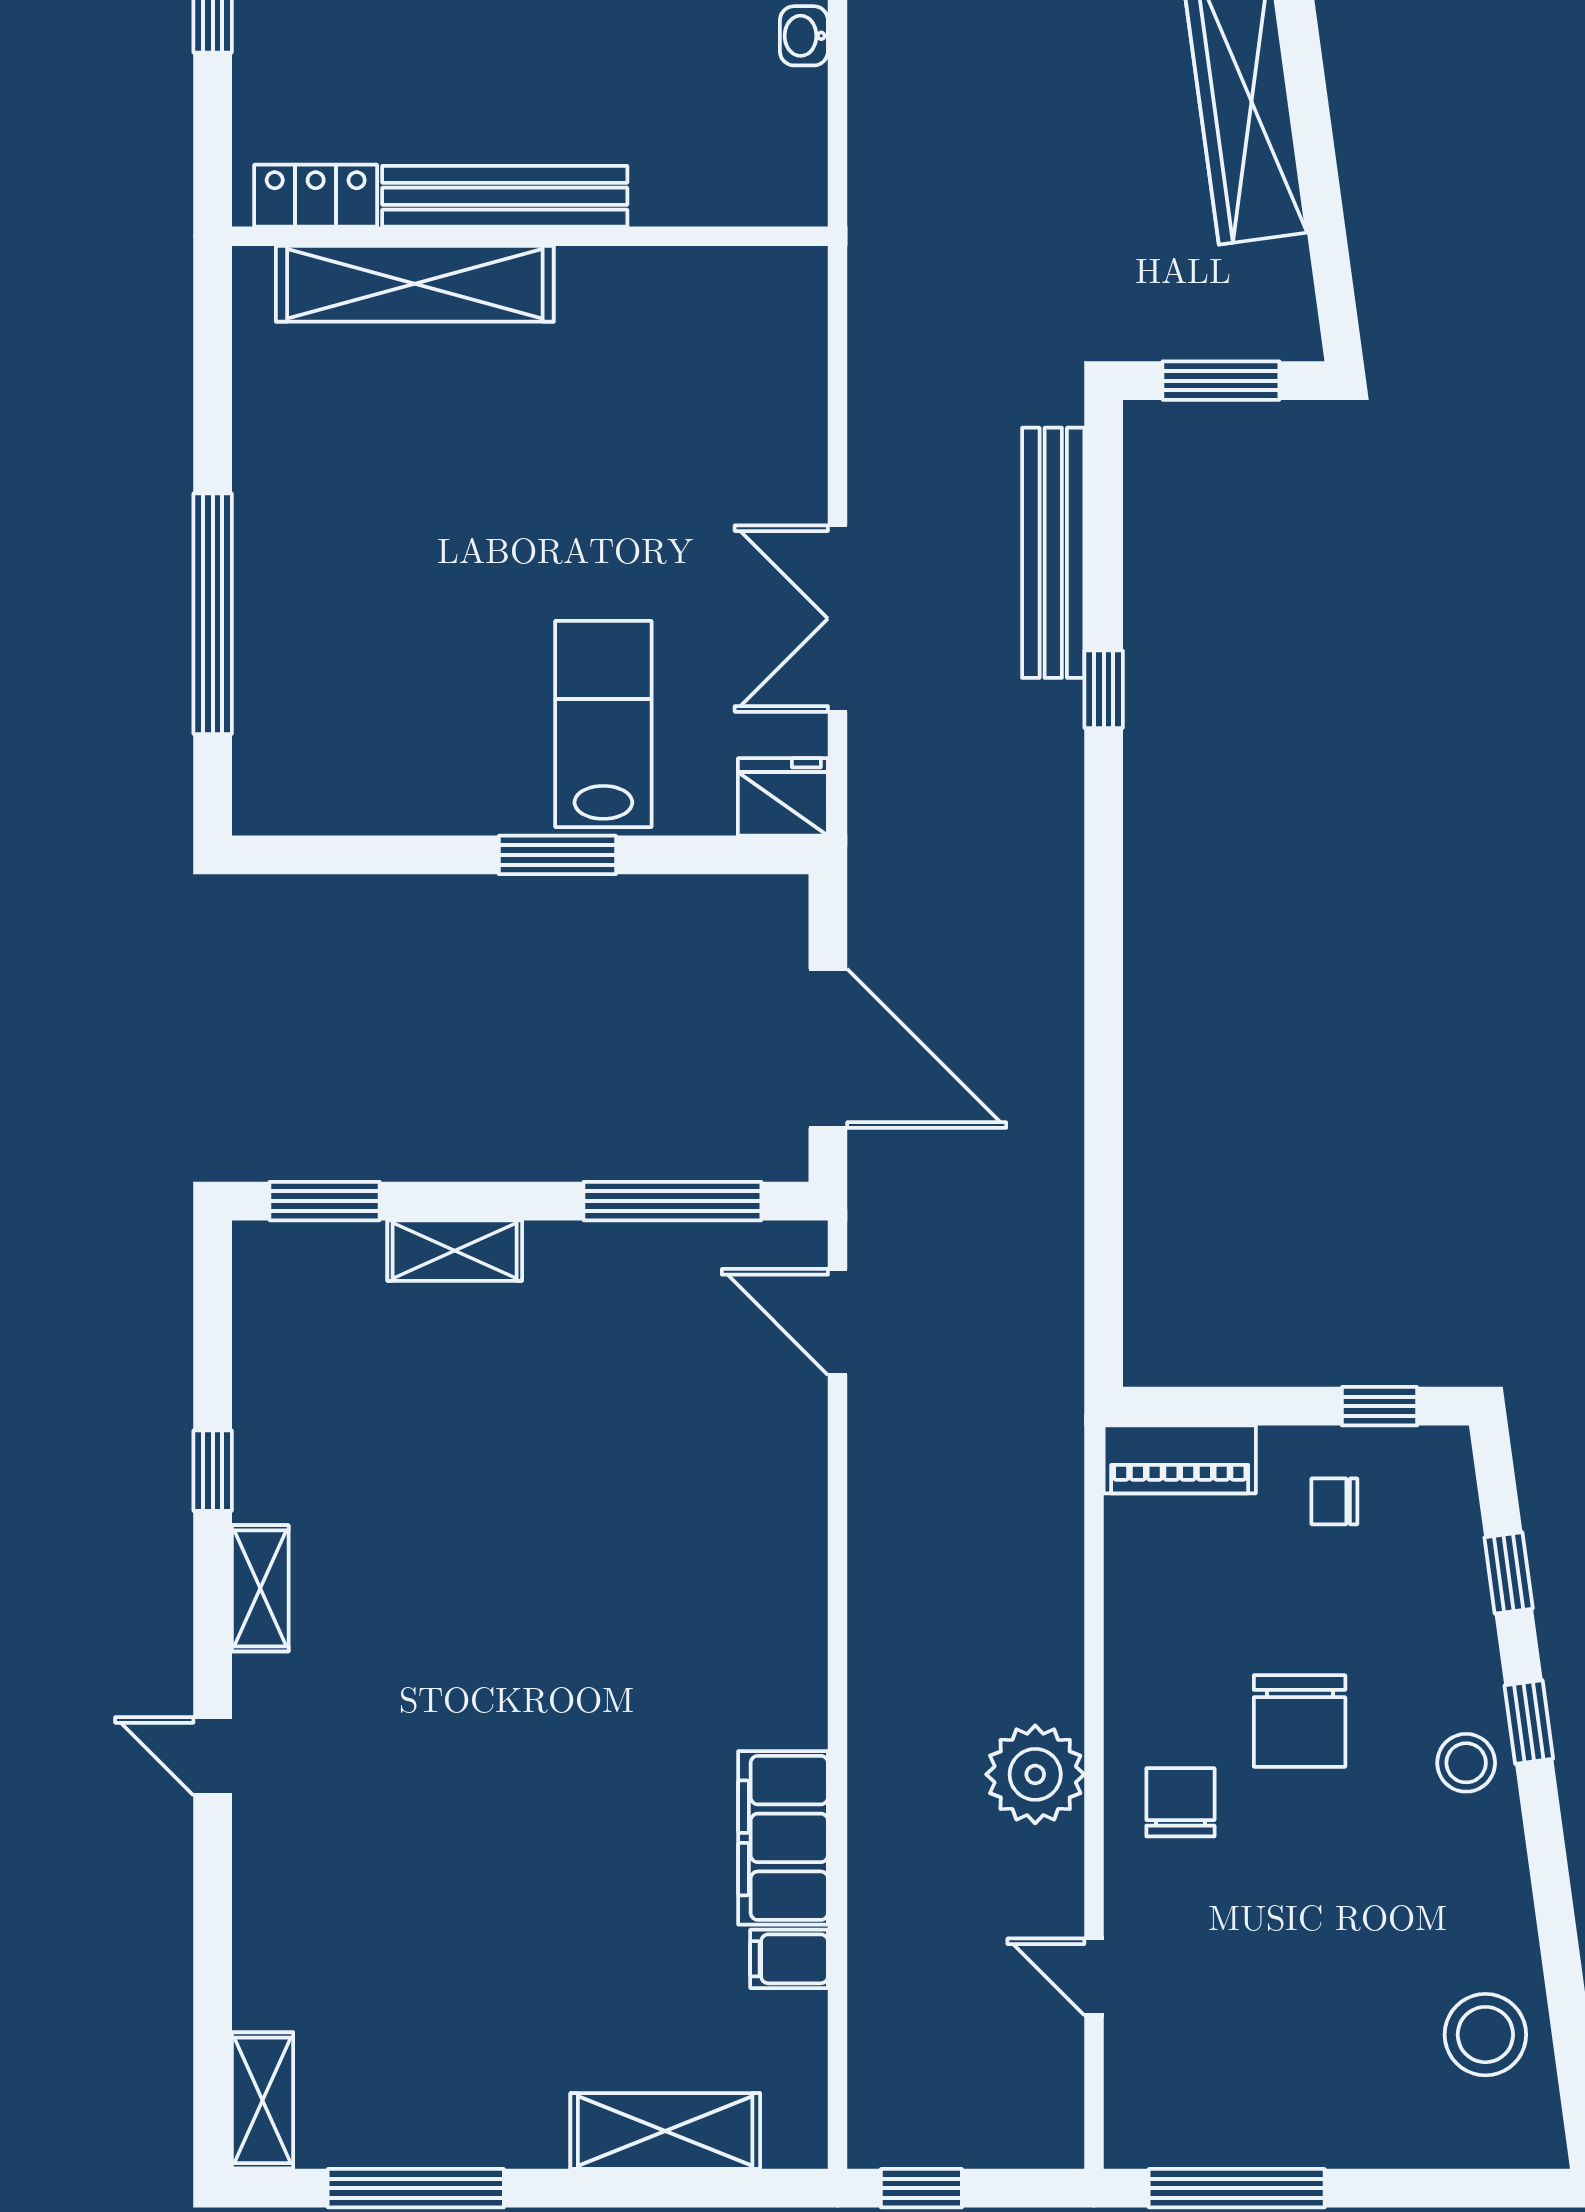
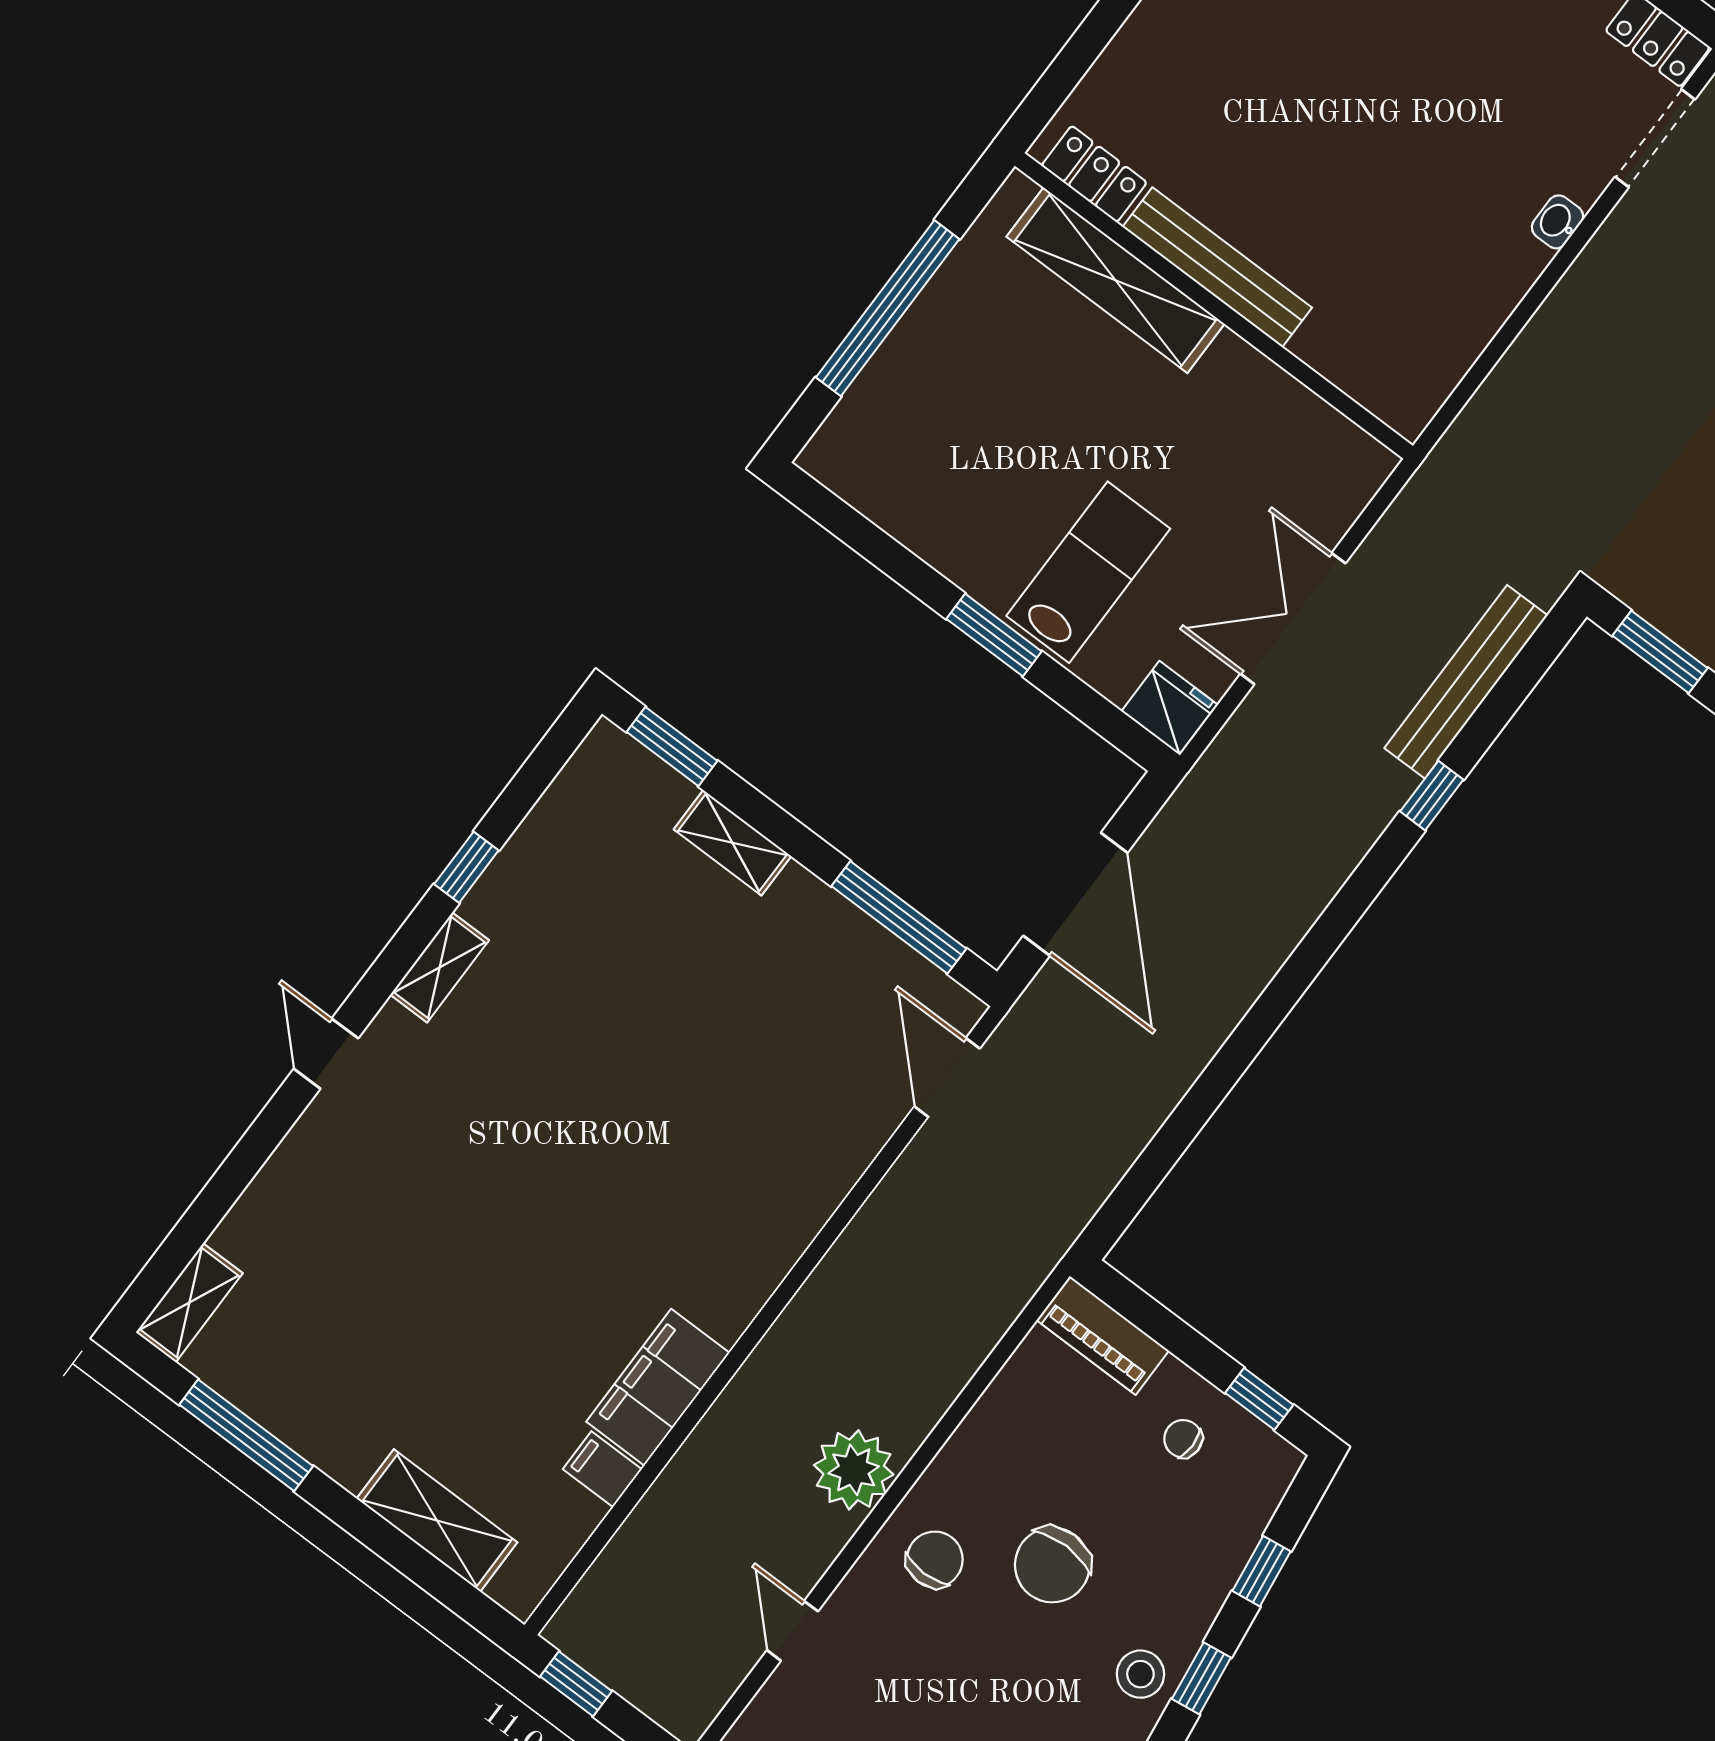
locker: (316, 196) -> (1094, 174), moved
bench: (505, 196) -> (1217, 267), moved
wall: (530, 236) -> (1214, 306), moved
shelving: (415, 284) -> (1116, 280), moved

